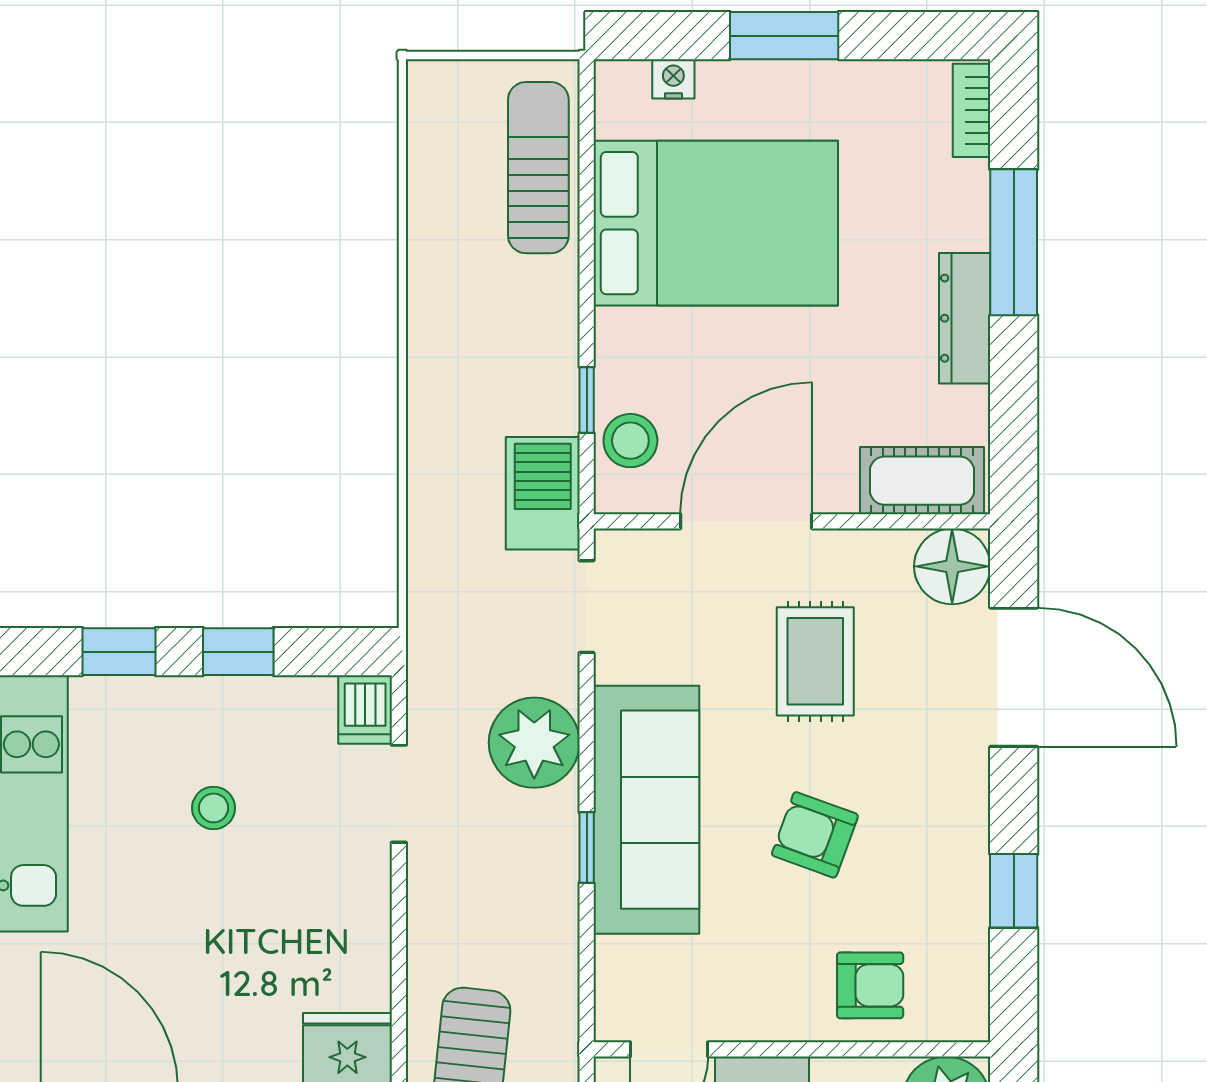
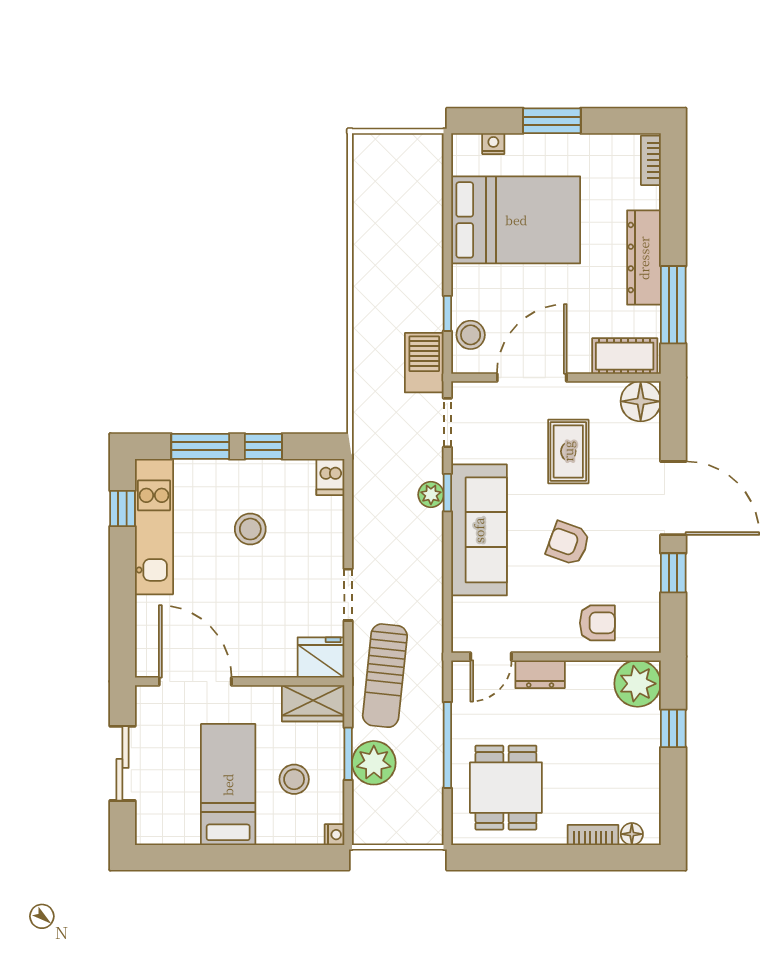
sun lounger: (538, 168) -> (422, 191), removed
window: (1014, 242) -> (673, 305), moved
dresser: (965, 318) -> (644, 258), width x1.37, depth x1.24
window: (119, 652) -> (200, 446), width x1.50
door: (1014, 677) -> (673, 498), moved
plant: (534, 743) -> (431, 495), width x0.53, depth x0.53
doorway: (399, 794) -> (348, 595), moved
stool: (214, 808) -> (250, 529), width x1.37, depth x1.37
window: (587, 848) -> (447, 493), moved

